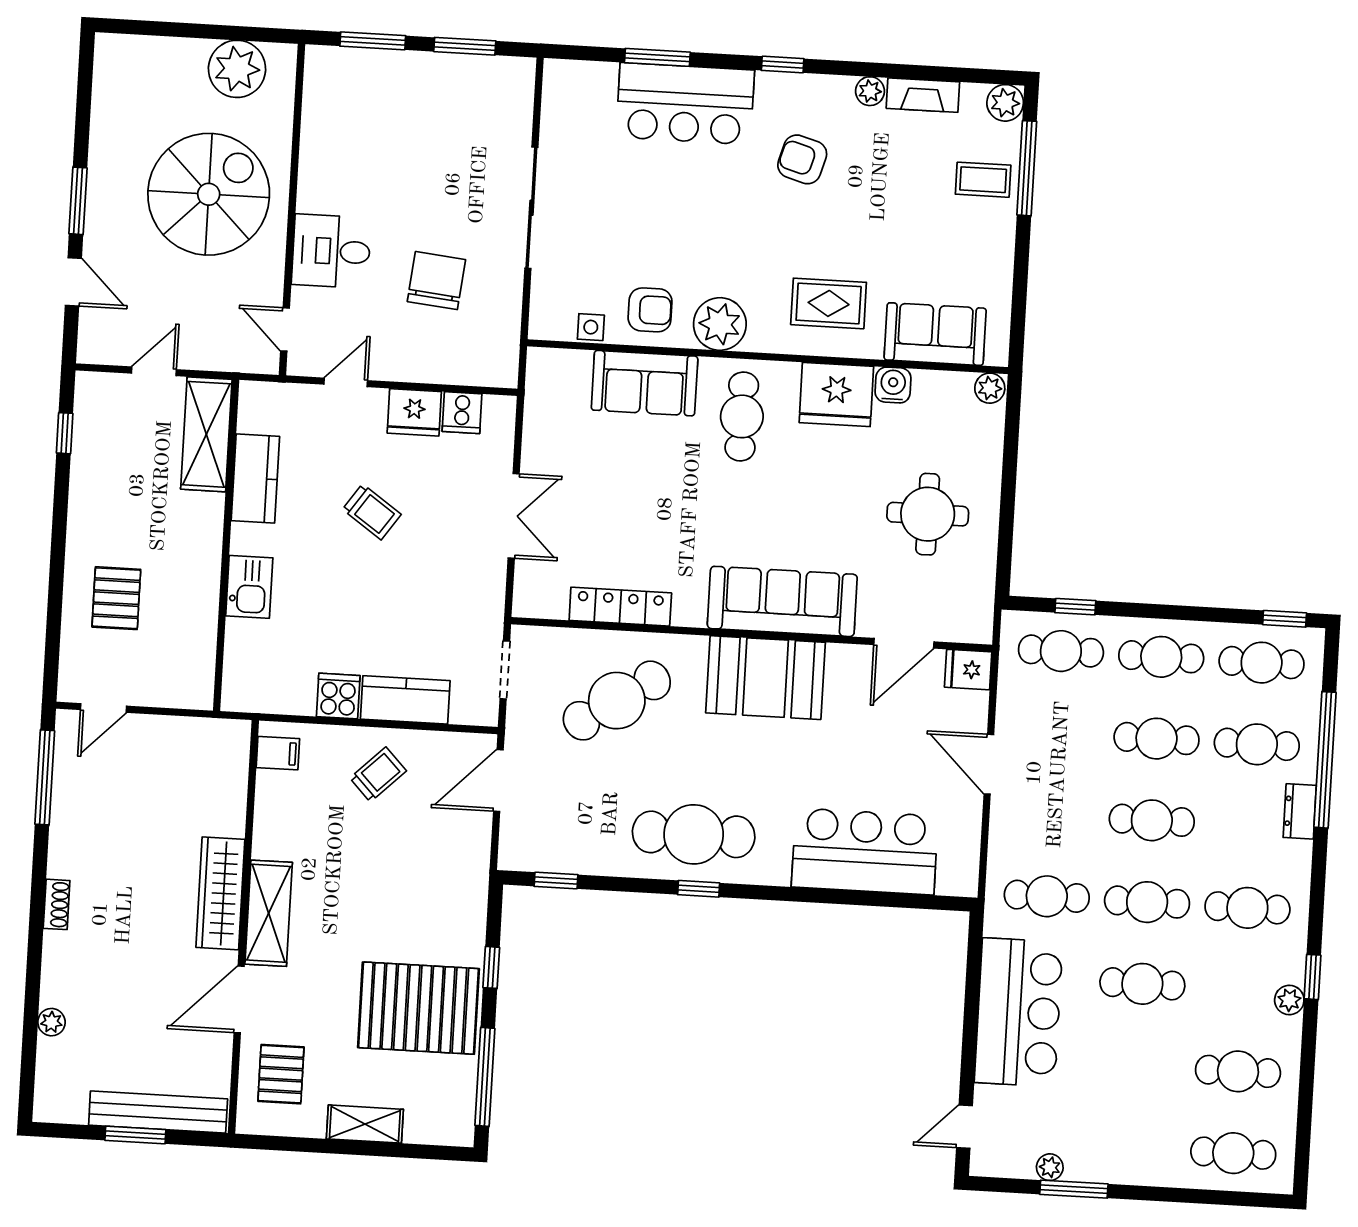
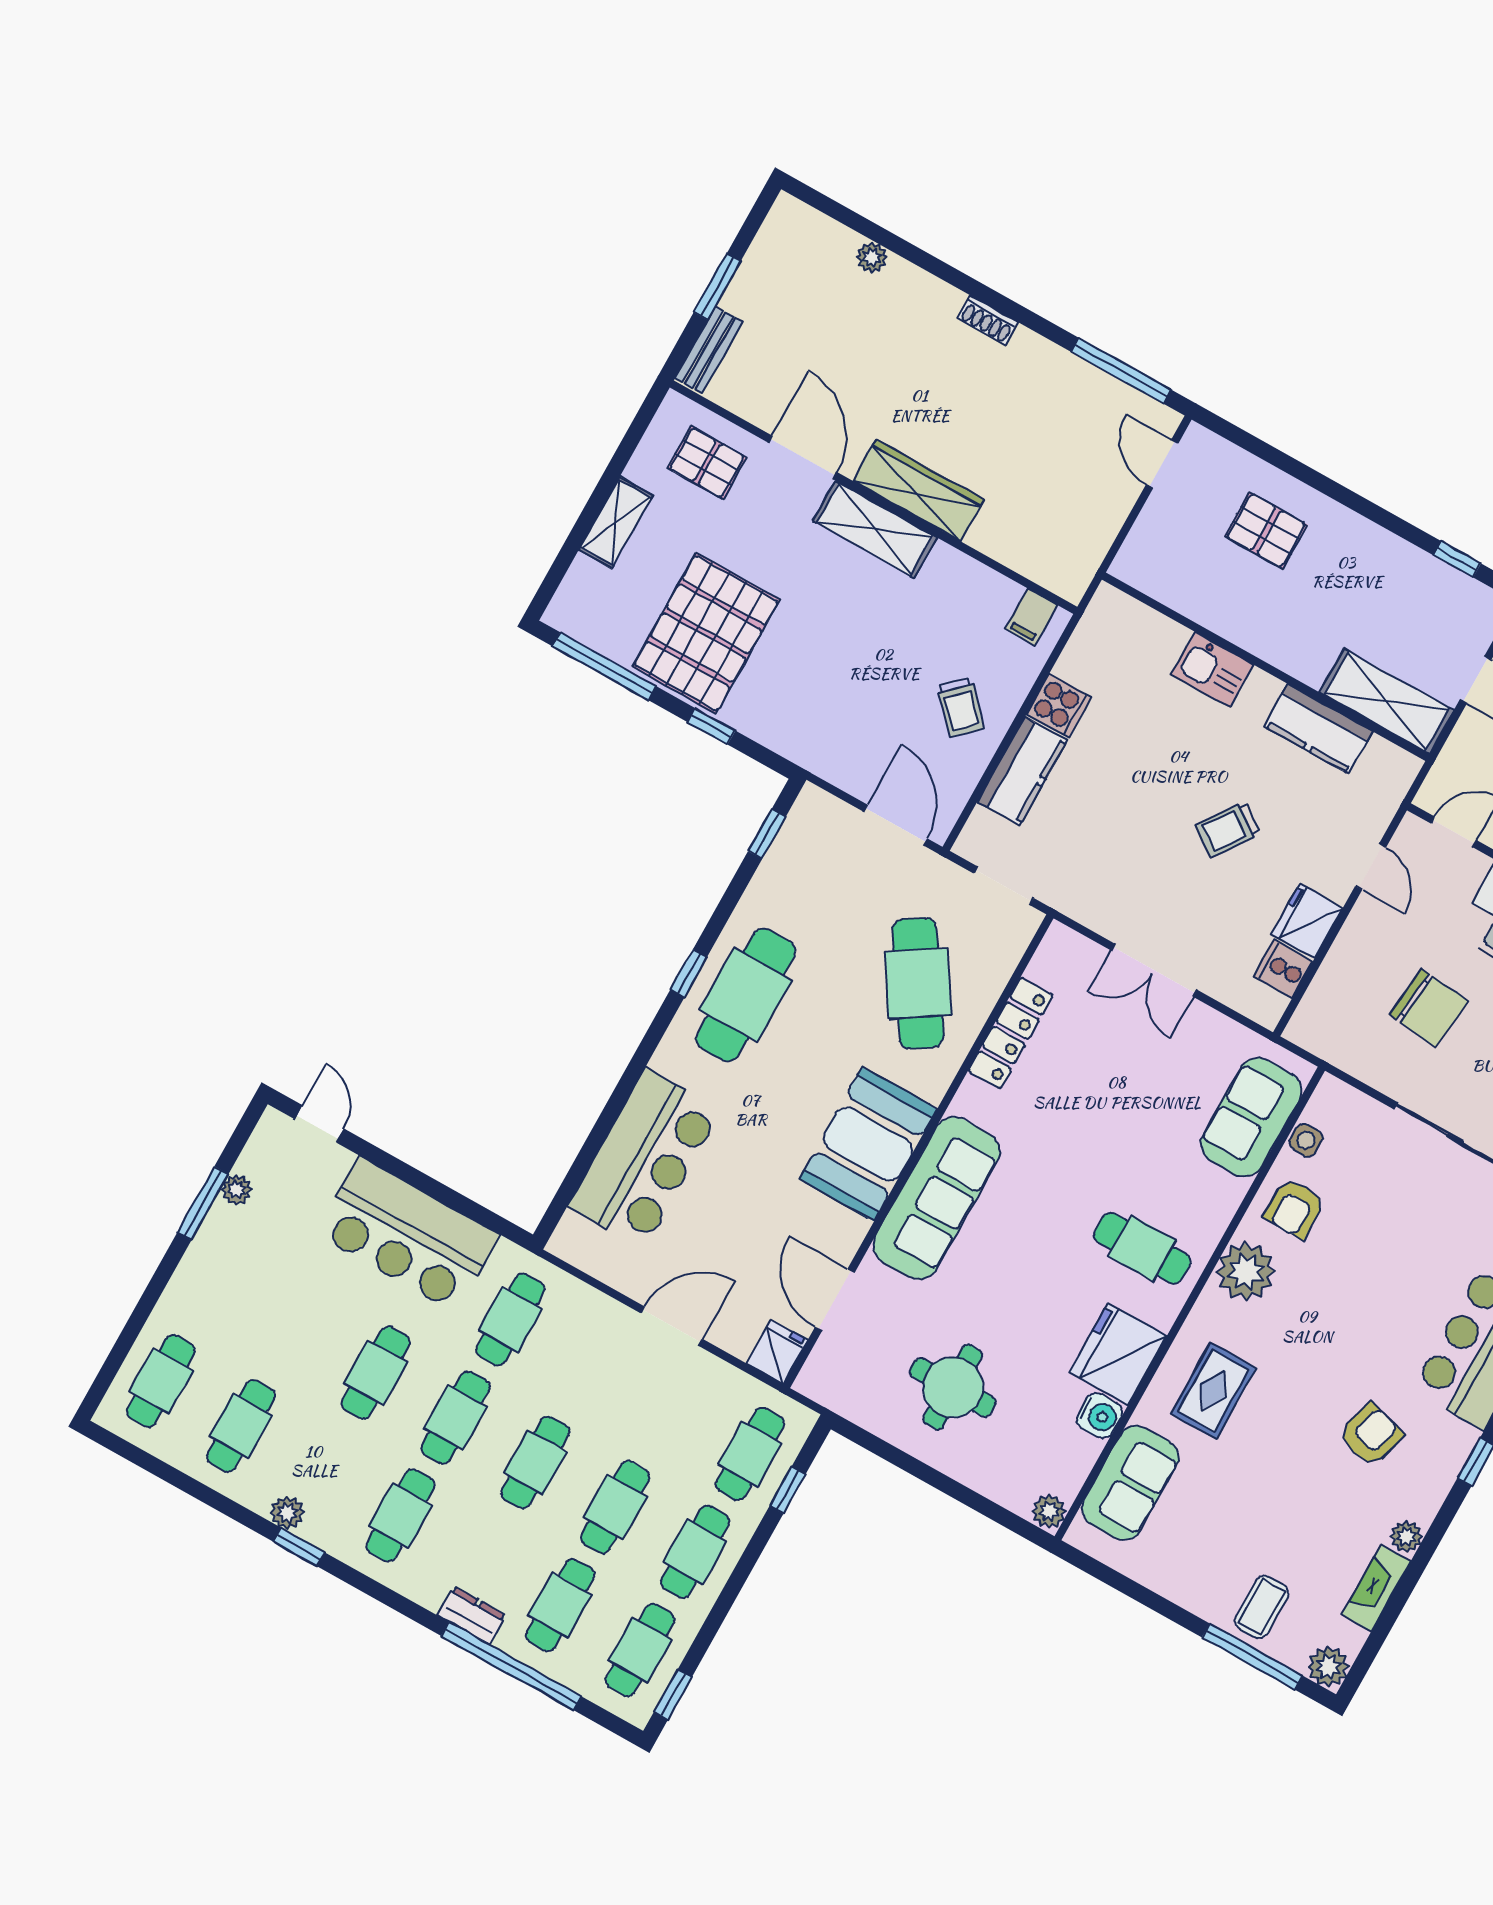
sofa: (645, 383) -> (1251, 1117), moved
bench: (158, 1112) -> (709, 350), width x0.54, depth x0.82

